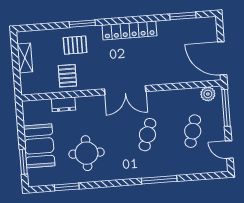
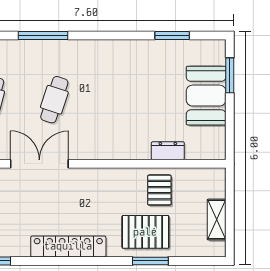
window: (82, 24) -> (150, 261), moved
pallet: (75, 45) -> (145, 232), width x1.50, depth x1.42
double door: (125, 90) -> (39, 164), moved
round table: (87, 153) -> (141, 80), removed

